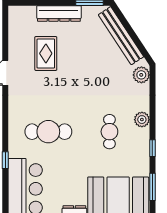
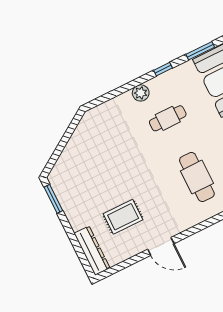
dresser: (59, 14) -> (92, 251), moved
bench: (121, 36) -> (70, 153), removed
plant: (141, 75) -> (98, 115), removed

